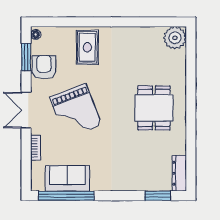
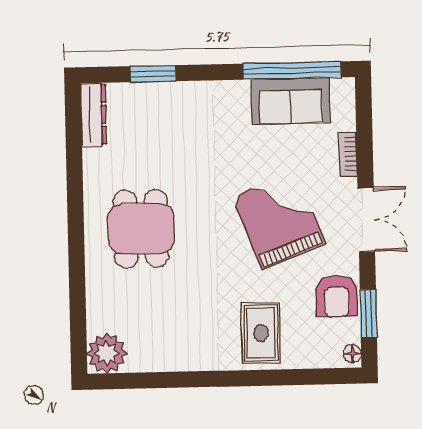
window: (158, 196) -> (153, 74), moved

